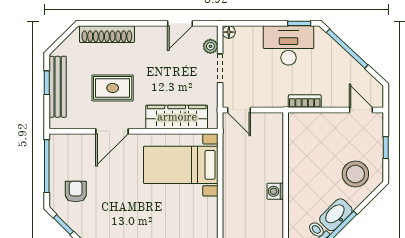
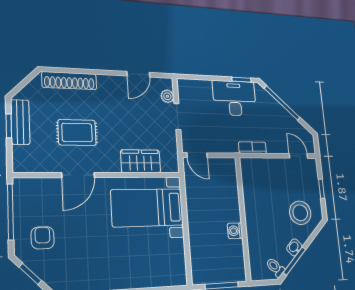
floor lamp: (229, 32) -> (183, 84), removed
bench: (58, 87) -> (20, 122), width x0.73
wardrobe: (177, 117) -> (141, 161), width x0.67
washbasin: (336, 215) -> (294, 247), width x0.52, depth x0.69

